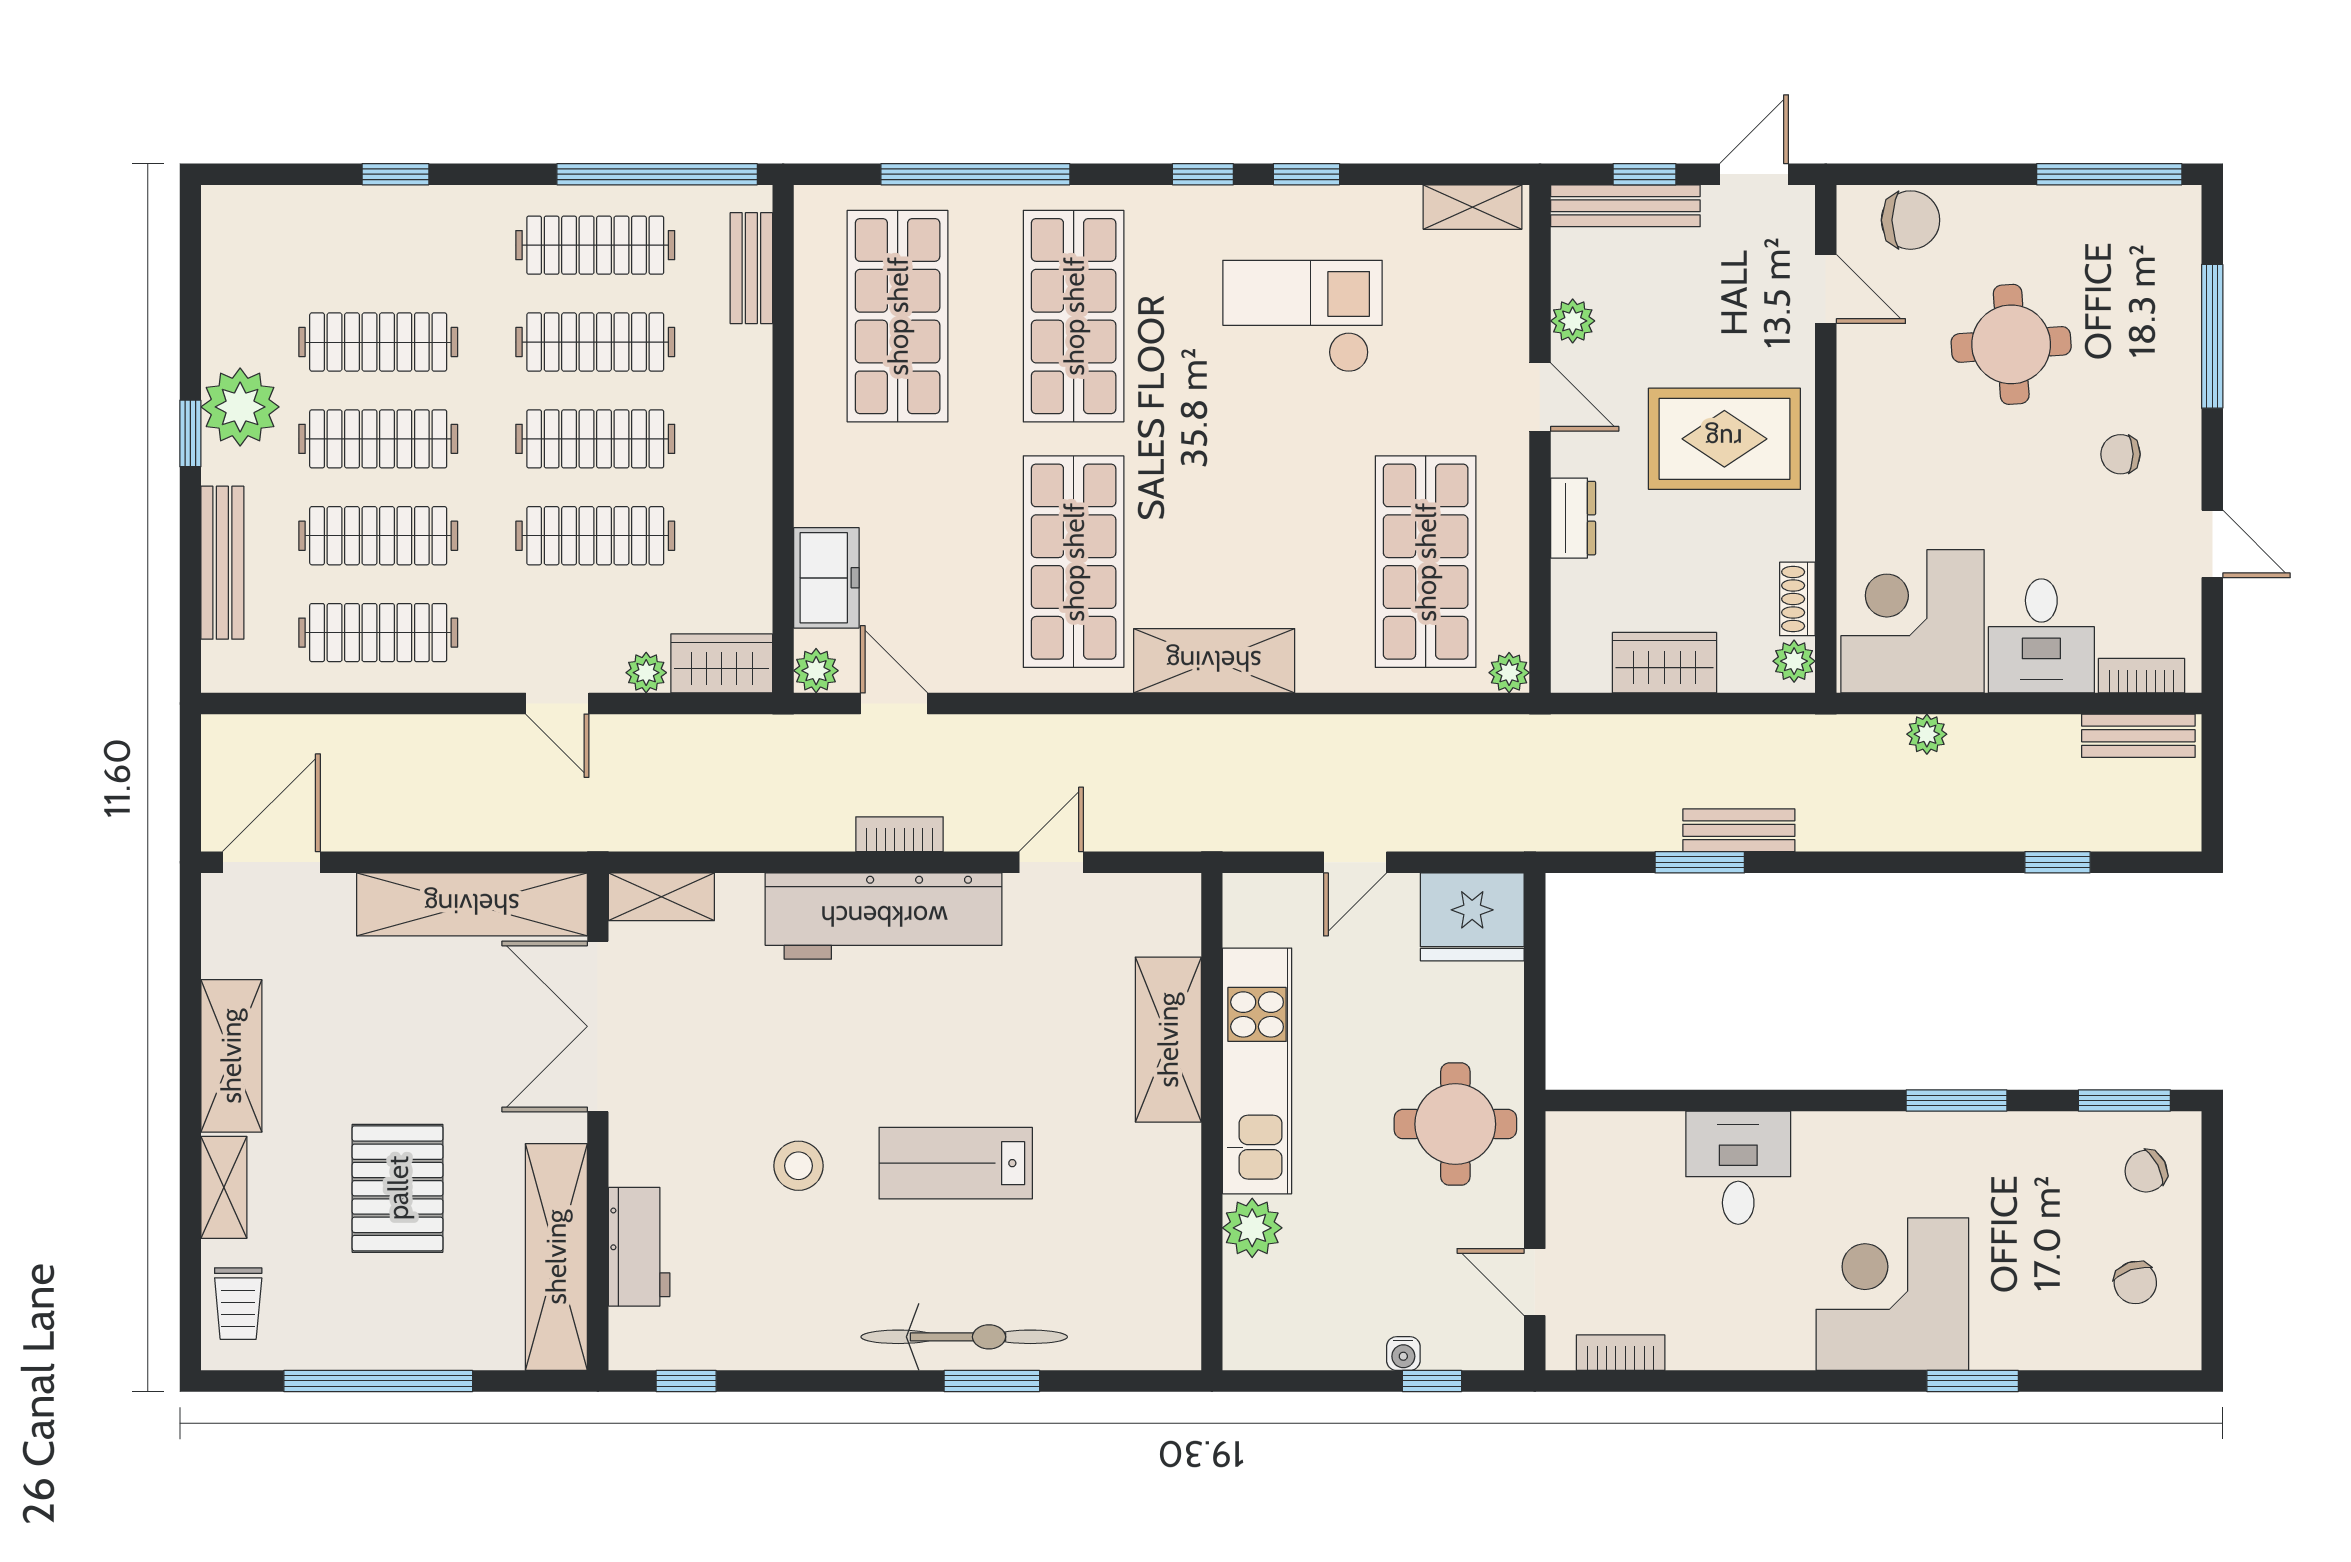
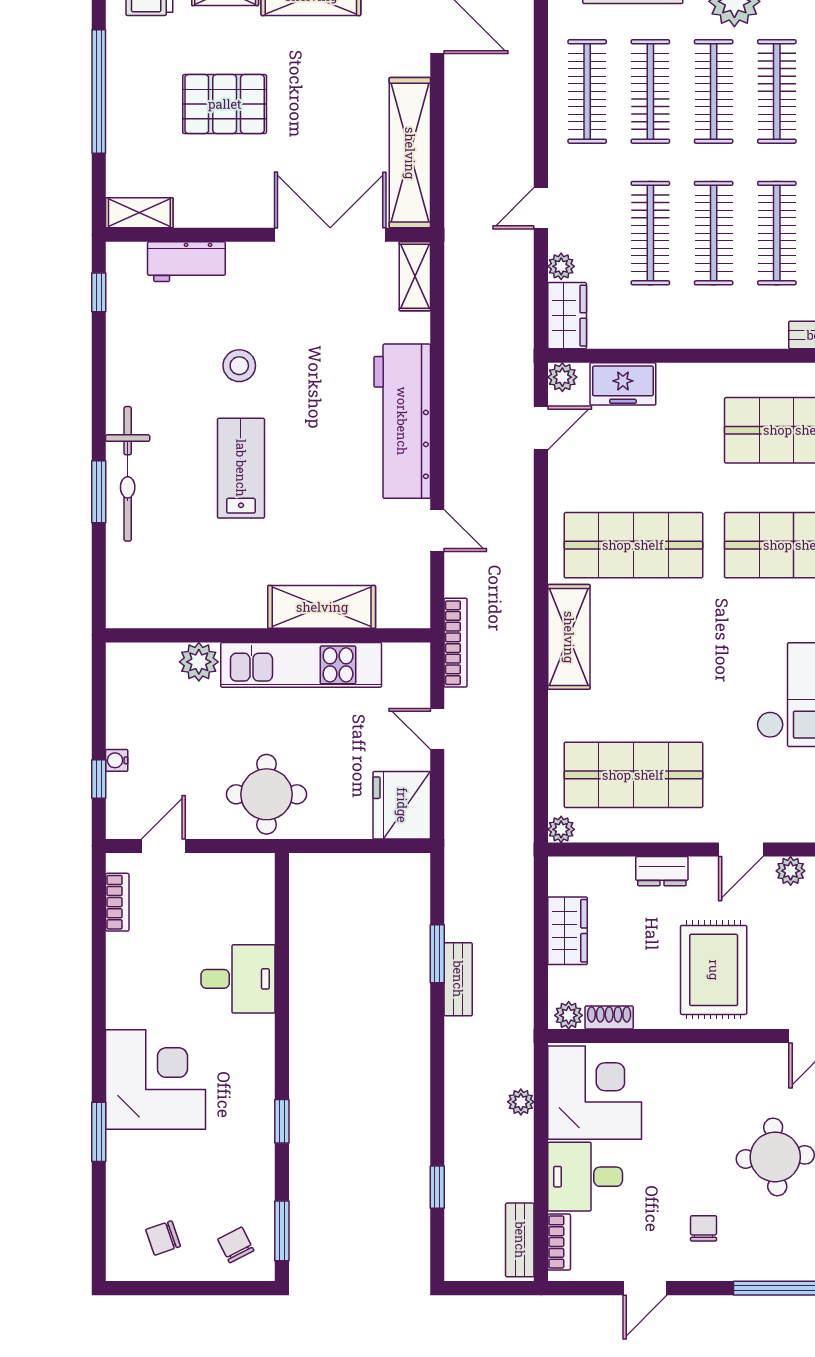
bookcase: (899, 834) -> (456, 643), moved, width x1.56
window: (1957, 1100) -> (282, 1121), width x0.67
shelving: (556, 1257) -> (139, 213), width x0.45, depth x0.75

